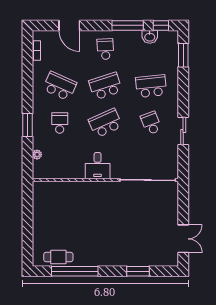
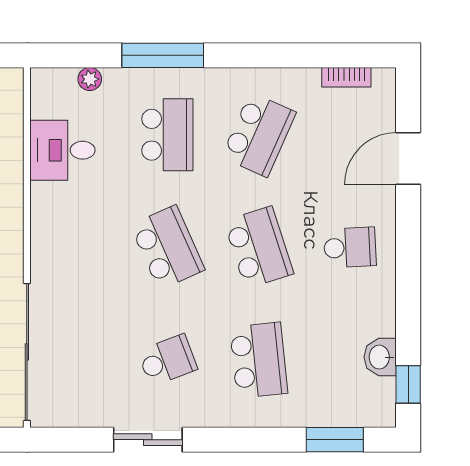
window: (128, 25) -> (408, 302), removed
school desk: (60, 123) -> (167, 135), width x1.85
window: (27, 125) -> (163, 55), width x1.44
desk: (98, 166) -> (62, 150), moved

